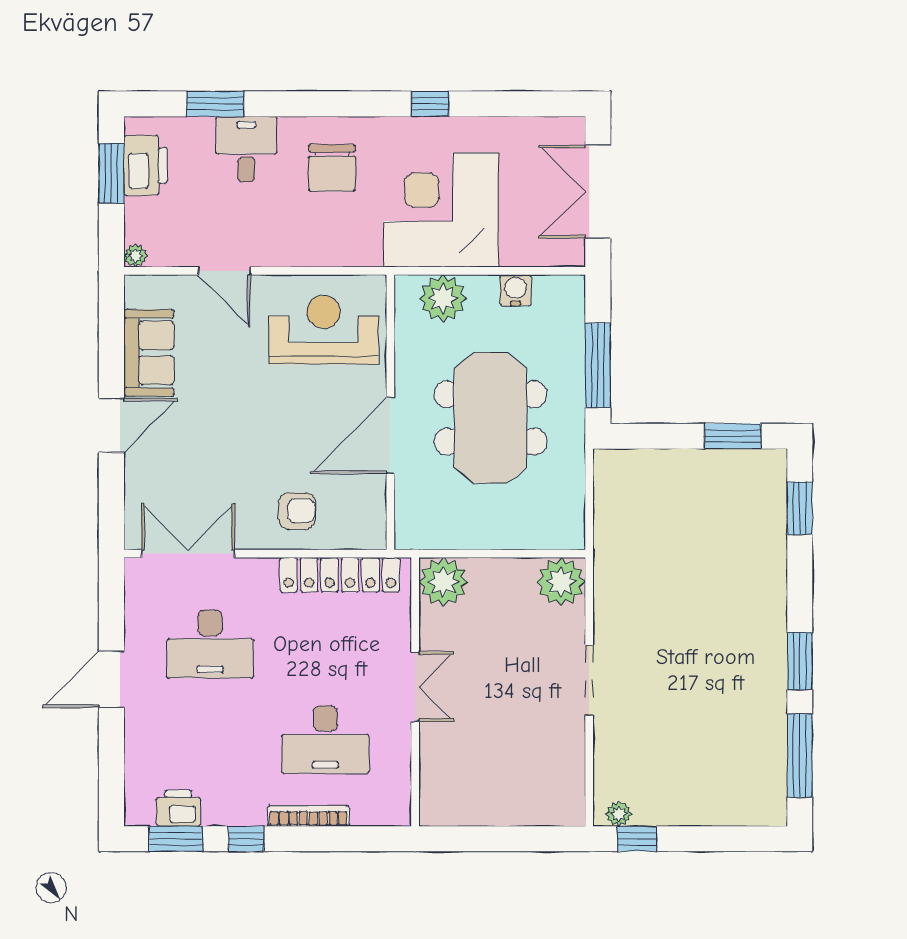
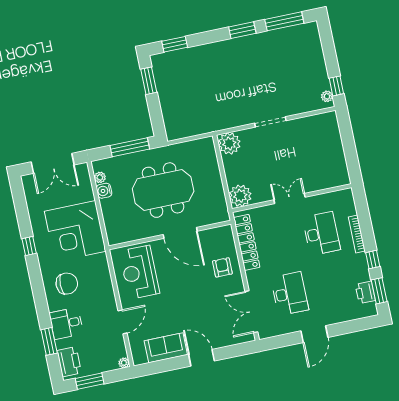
printer: (145, 165) -> (69, 362), moved, turned 90
plant: (443, 298) -> (100, 177), moved, width x0.53, depth x0.53
door: (111, 679) -> (314, 334), hinge flipped

